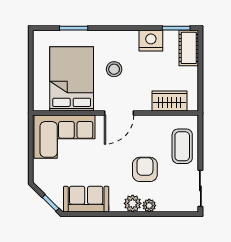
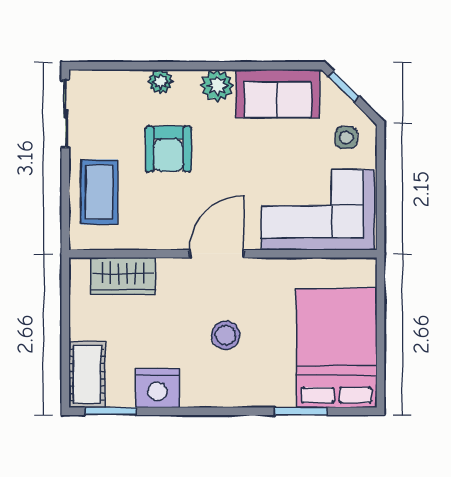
bed: (72, 79) -> (337, 348), moved, turned 180
side table: (49, 175) -> (346, 138), added
plant: (133, 203) -> (217, 86), moved

